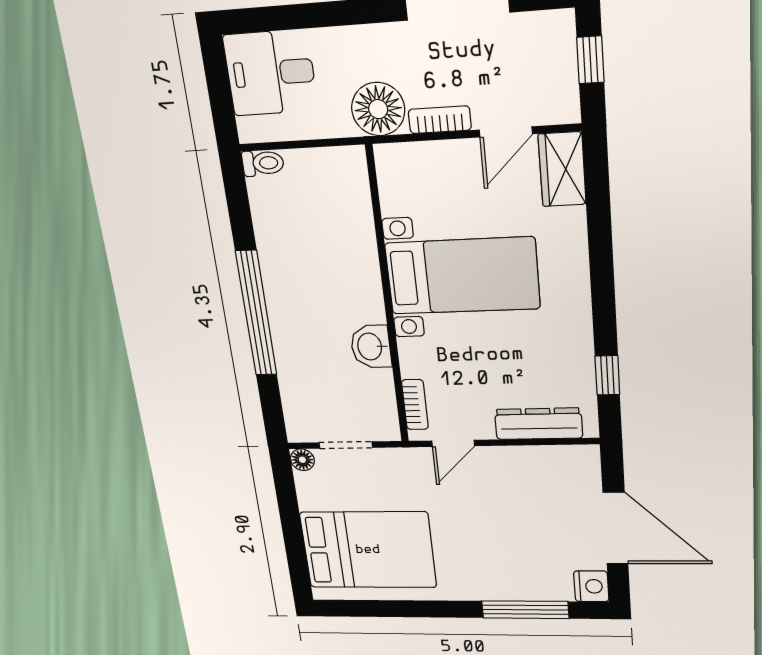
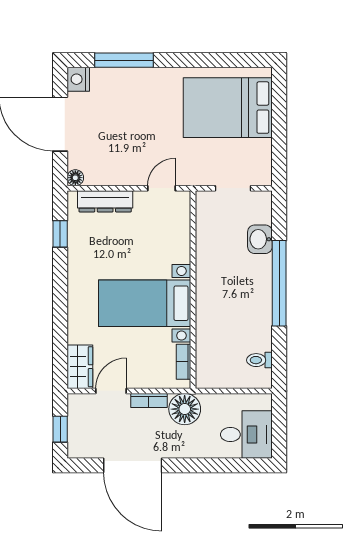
toilet: (263, 163) -> (259, 360), moved
washbasin: (371, 347) -> (260, 239), moved, turned 180
bookcase: (415, 405) -> (184, 362), moved
floor lamp: (302, 460) -> (75, 178), moved

